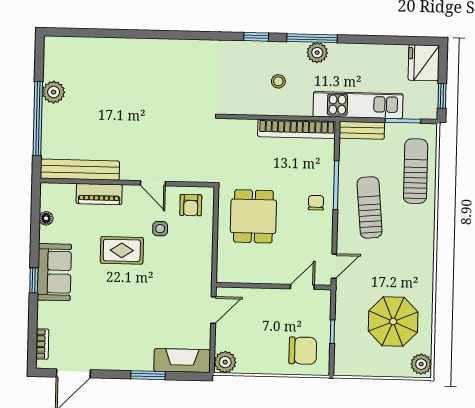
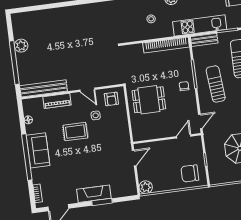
dining table: (253, 216) -> (149, 100), turned 90
window: (34, 280) -> (27, 157), width x3.17
chair: (303, 351) -> (190, 173), turned 180
fireplace: (182, 361) -> (94, 194), moved

